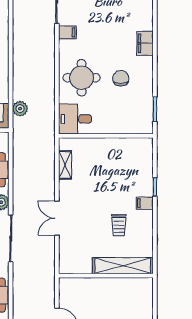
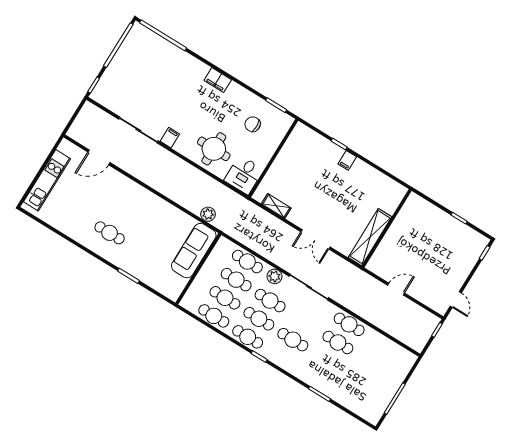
chair: (121, 78) -> (253, 124), moved
trolley: (119, 225) -> (352, 192), removed
shelving: (123, 266) -> (370, 237), moved

